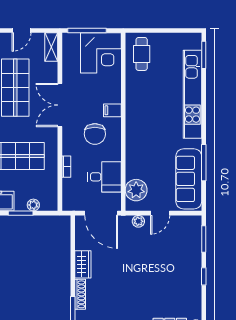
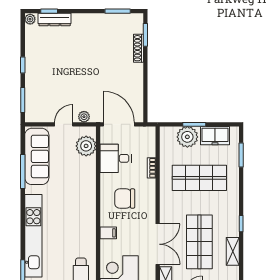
double door: (60, 105) -> (158, 244), moved
filing cabinet: (112, 110) -> (108, 233), moved
chair: (95, 134) -> (125, 199), turned -90
plant: (33, 205) -> (187, 137), width x1.88, depth x1.88
wardrobe: (83, 264) -> (136, 76), removed

